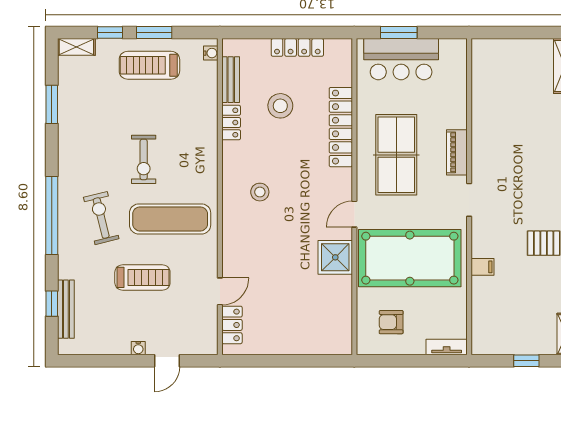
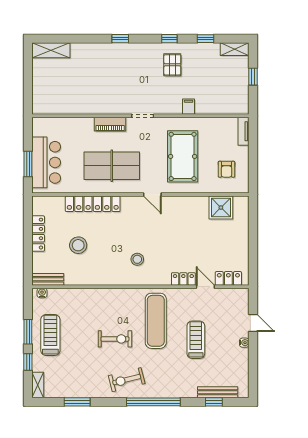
treadmill: (149, 65) -> (50, 335), turned 180
bench: (231, 80) -> (48, 279), moved
locker: (231, 123) -> (183, 279), moved
exercise bike: (101, 218) -> (127, 380), moved
shower: (335, 257) -> (221, 208), moved
pool table: (410, 258) -> (183, 156), width x0.73, depth x0.76

